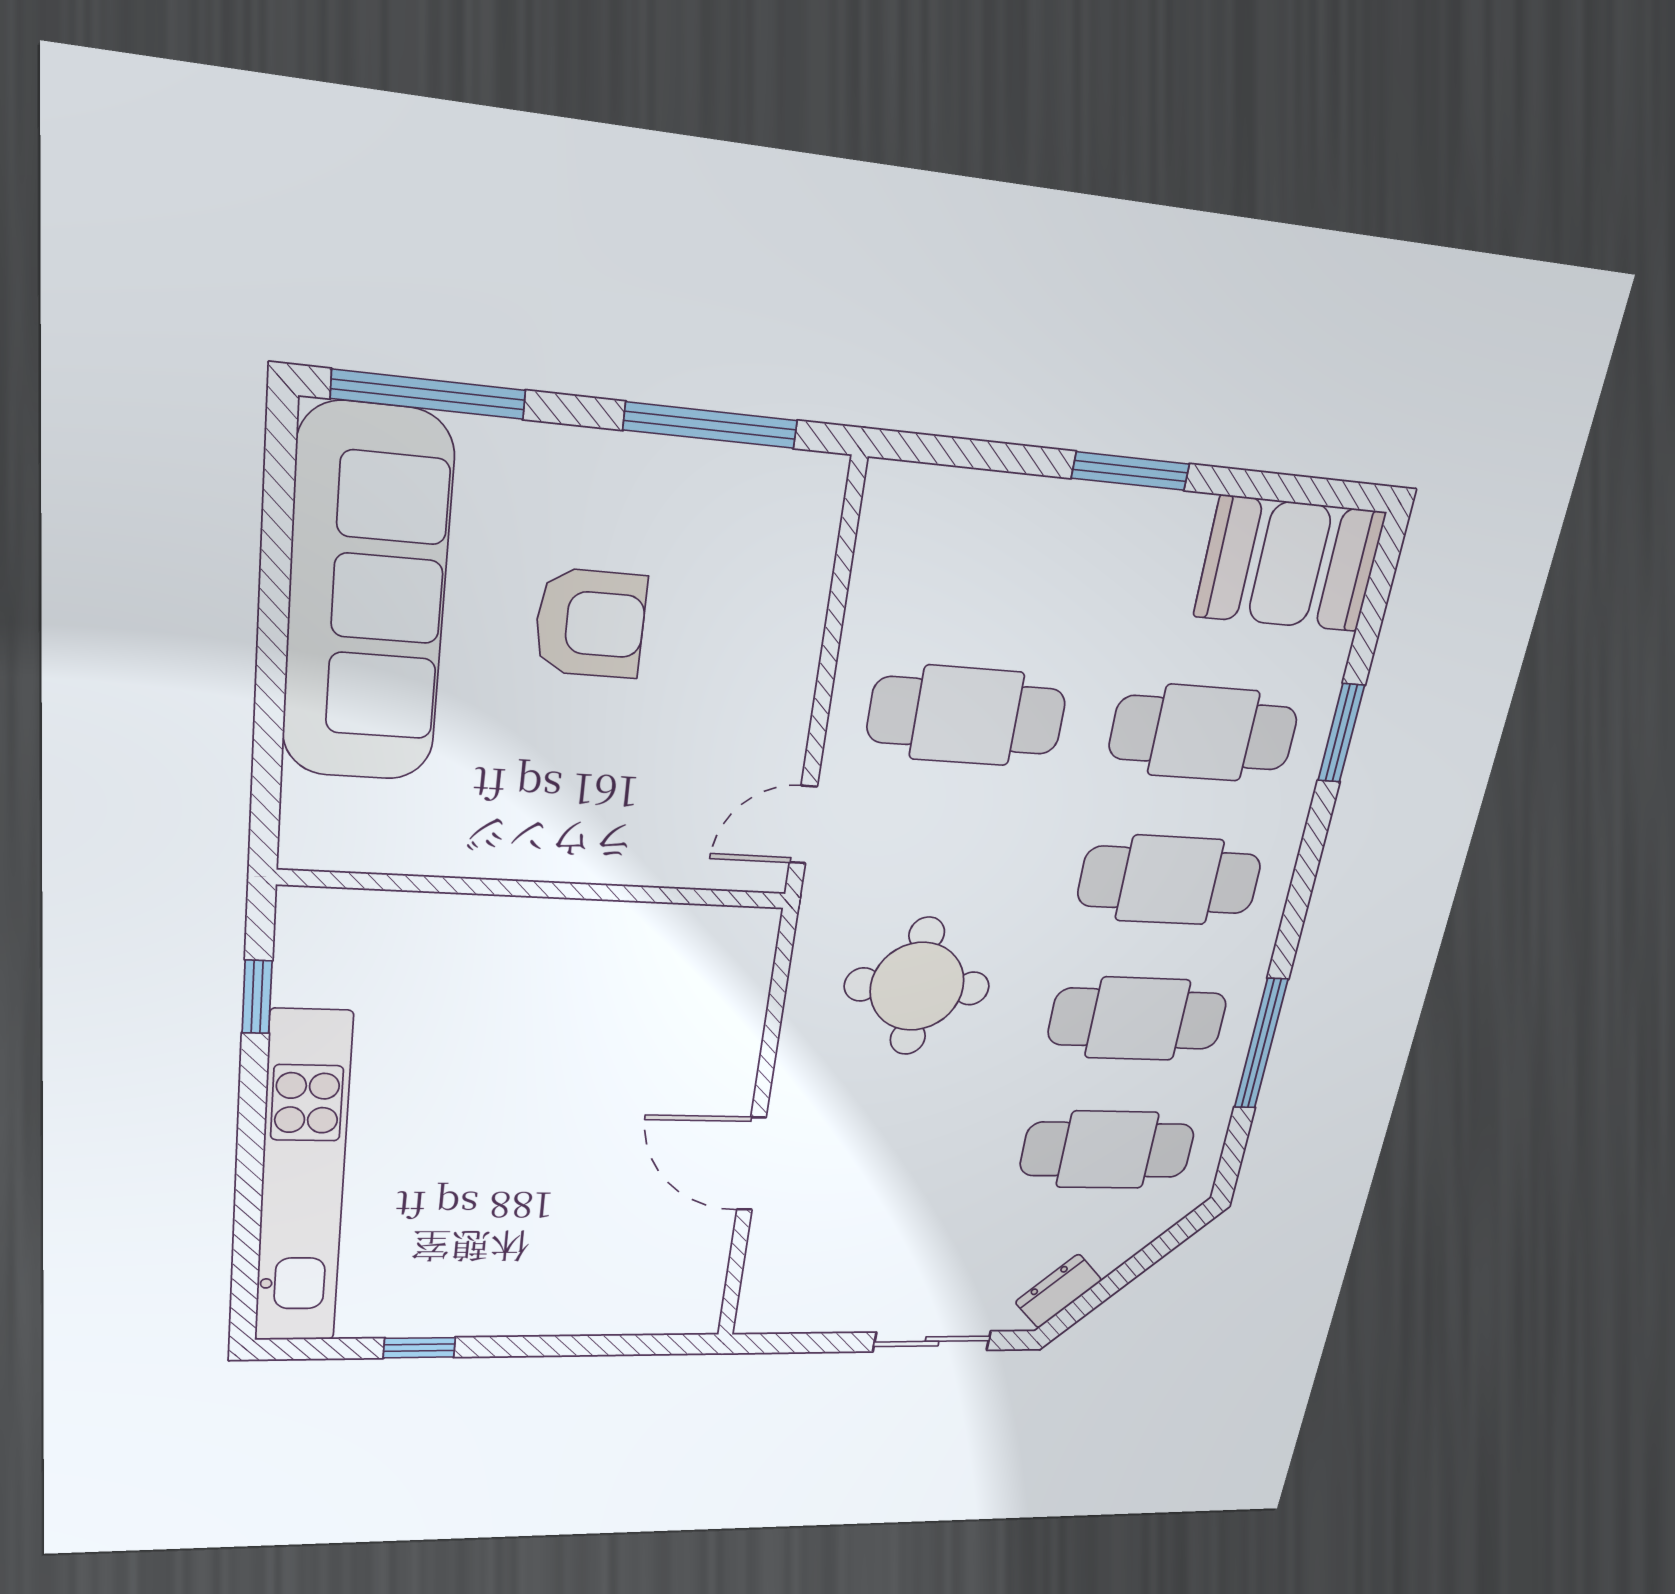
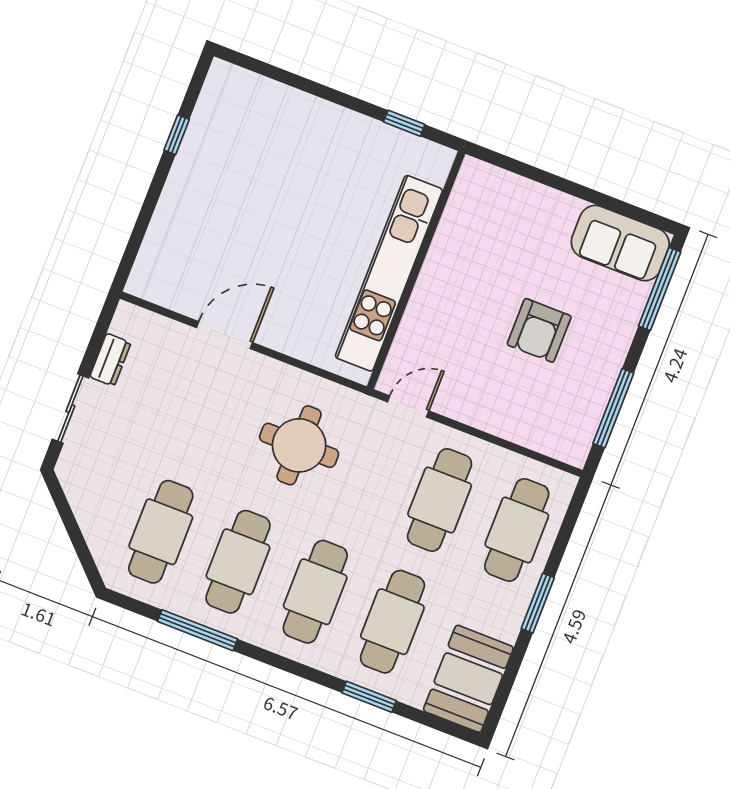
cafe table: (996, 553) -> (517, 530), added
sofa: (367, 597) -> (620, 243), width x0.54, depth x0.79
door: (803, 825) -> (408, 406), hinge flipped
kitchen unit: (303, 1180) -> (389, 273), moved, turned 90
dresser: (1058, 1291) -> (110, 360), moved, turned 45

